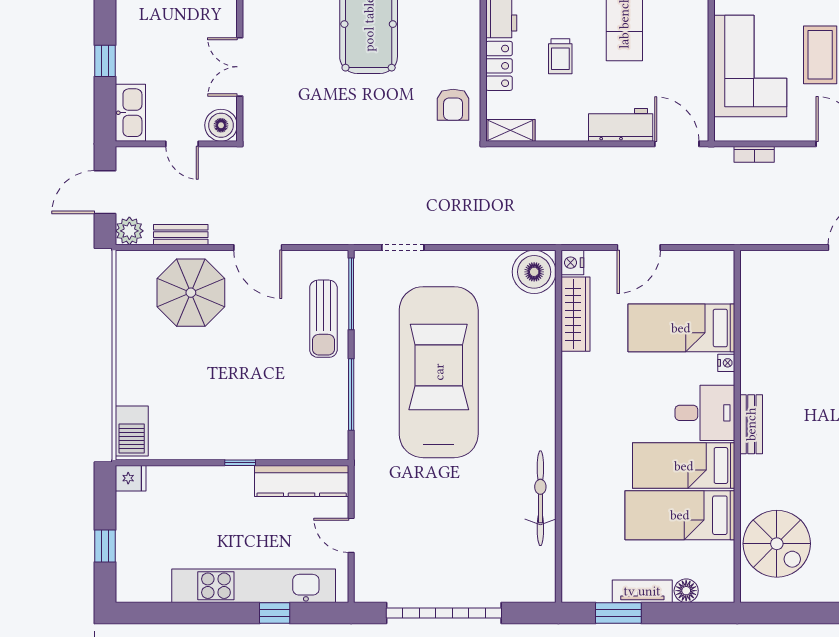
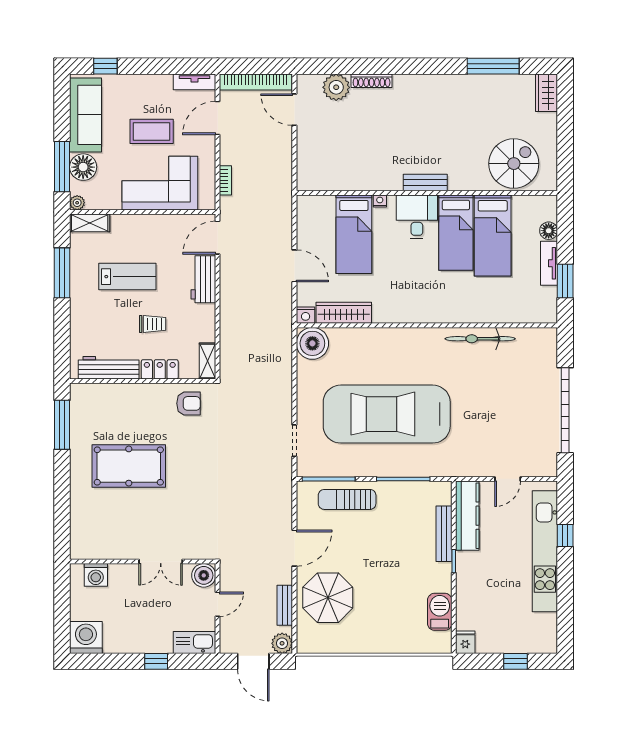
sun lounger: (323, 319) -> (347, 499), turned 180
barbecue: (132, 431) -> (440, 612), moved, turned -90
bench: (277, 450) -> (444, 534), added

